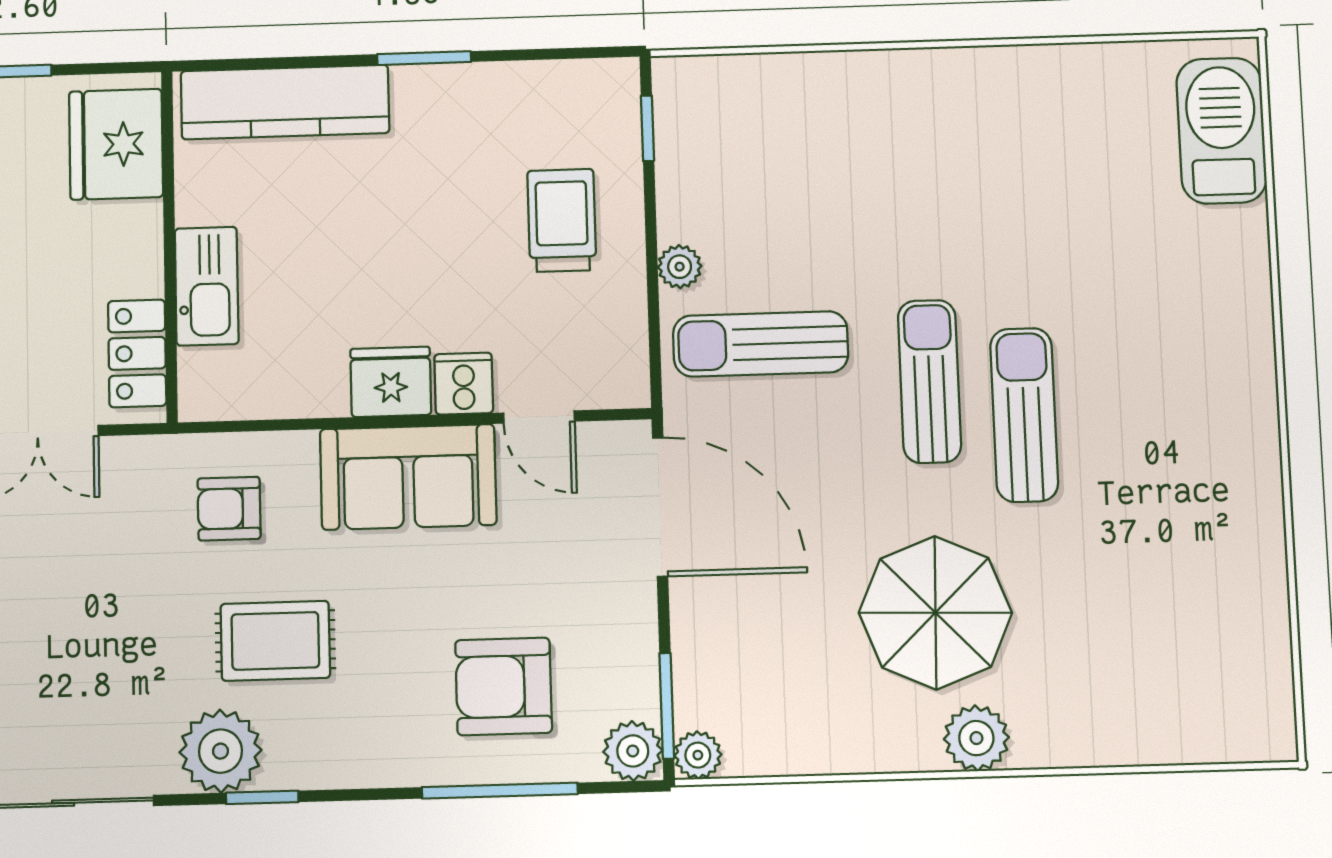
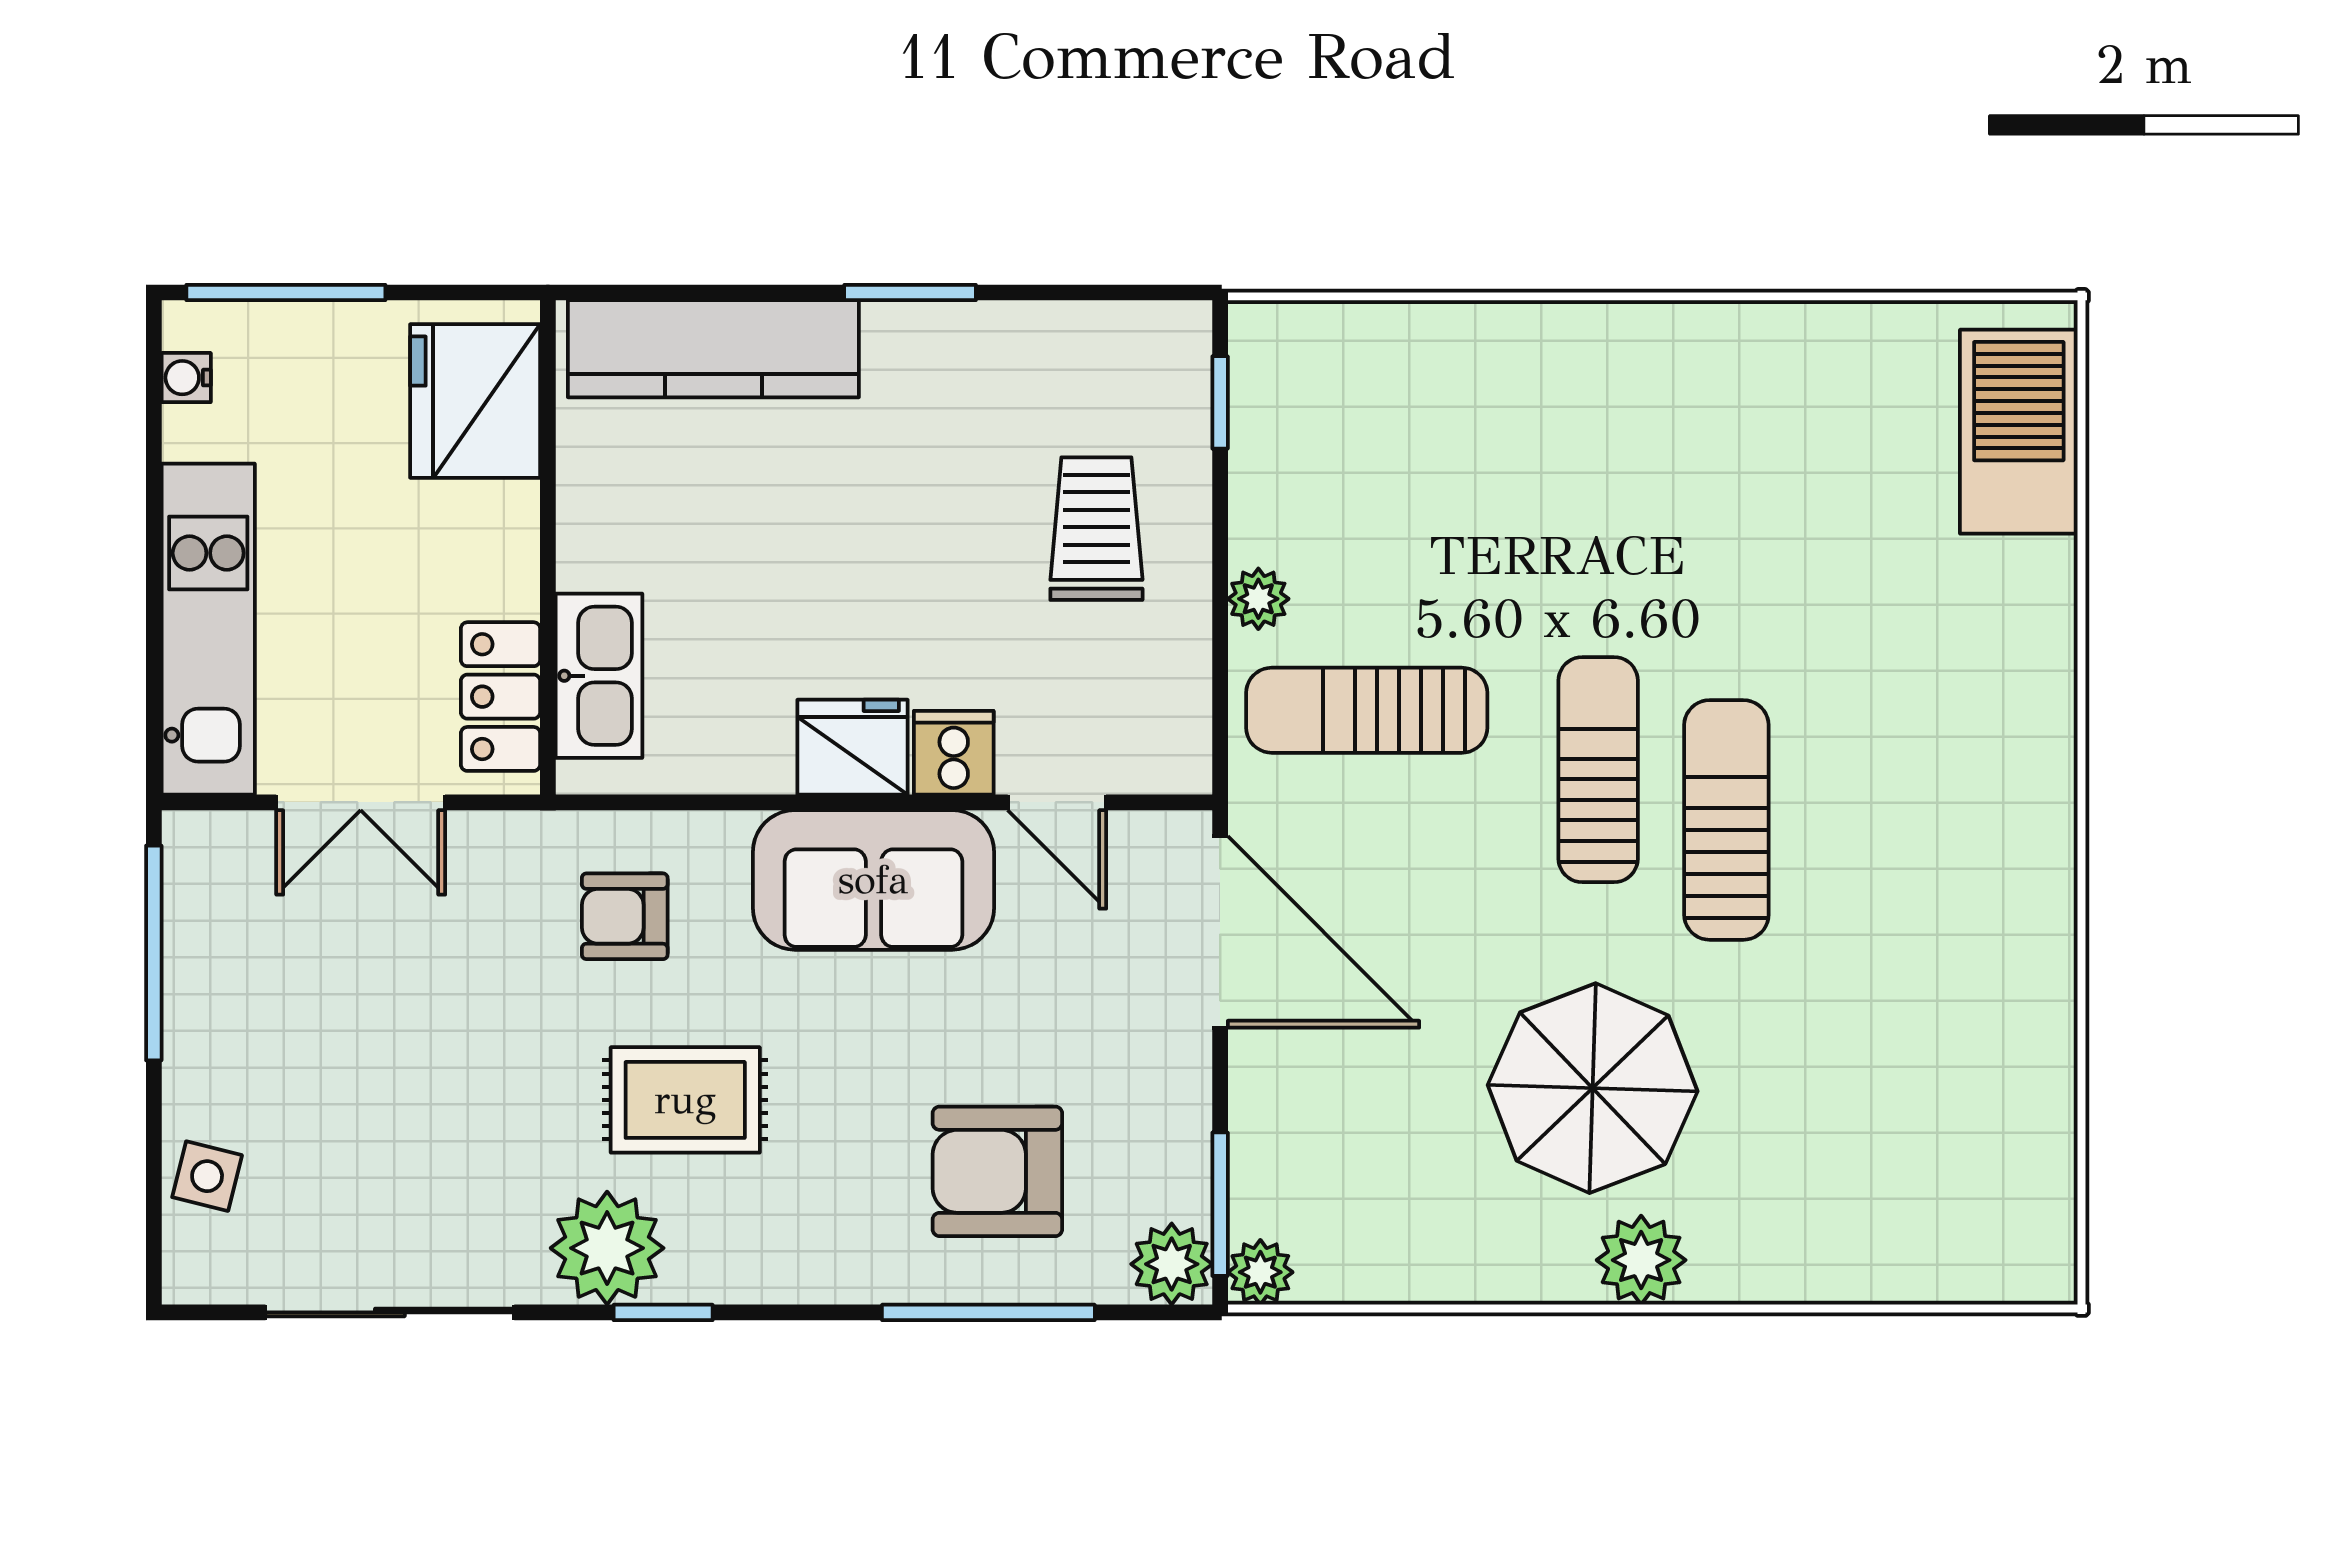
kitchen sink: (207, 286) -> (599, 676), moved

